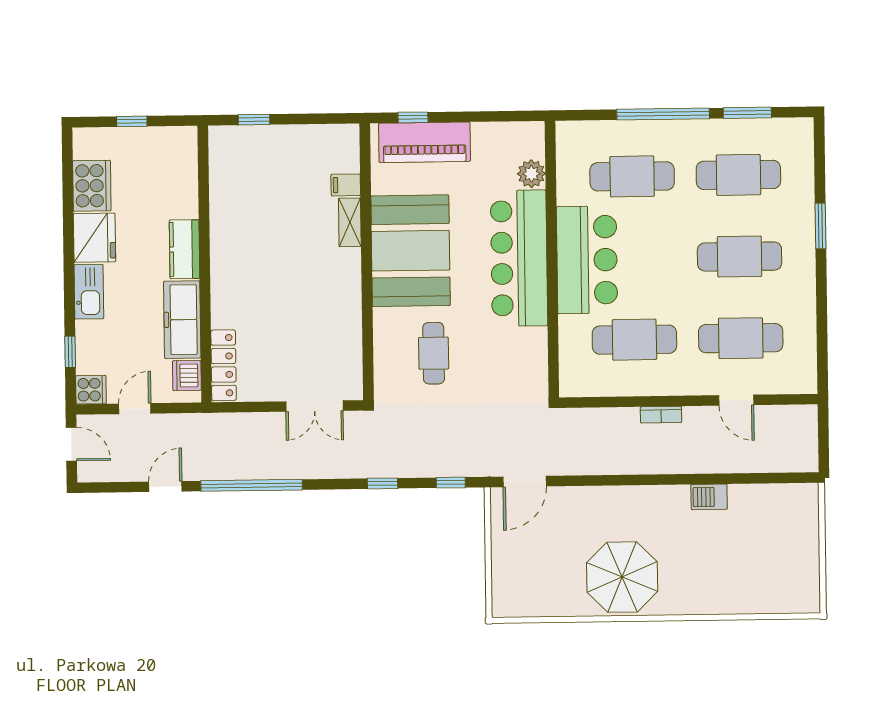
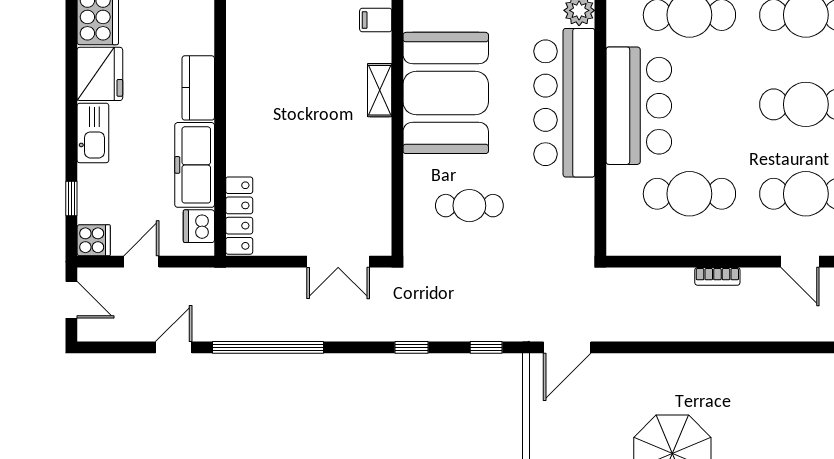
shelving: (350, 222) -> (380, 90), moved
cafe table: (434, 353) -> (469, 206), turned 90
barbecue: (709, 497) -> (769, 367), removed

